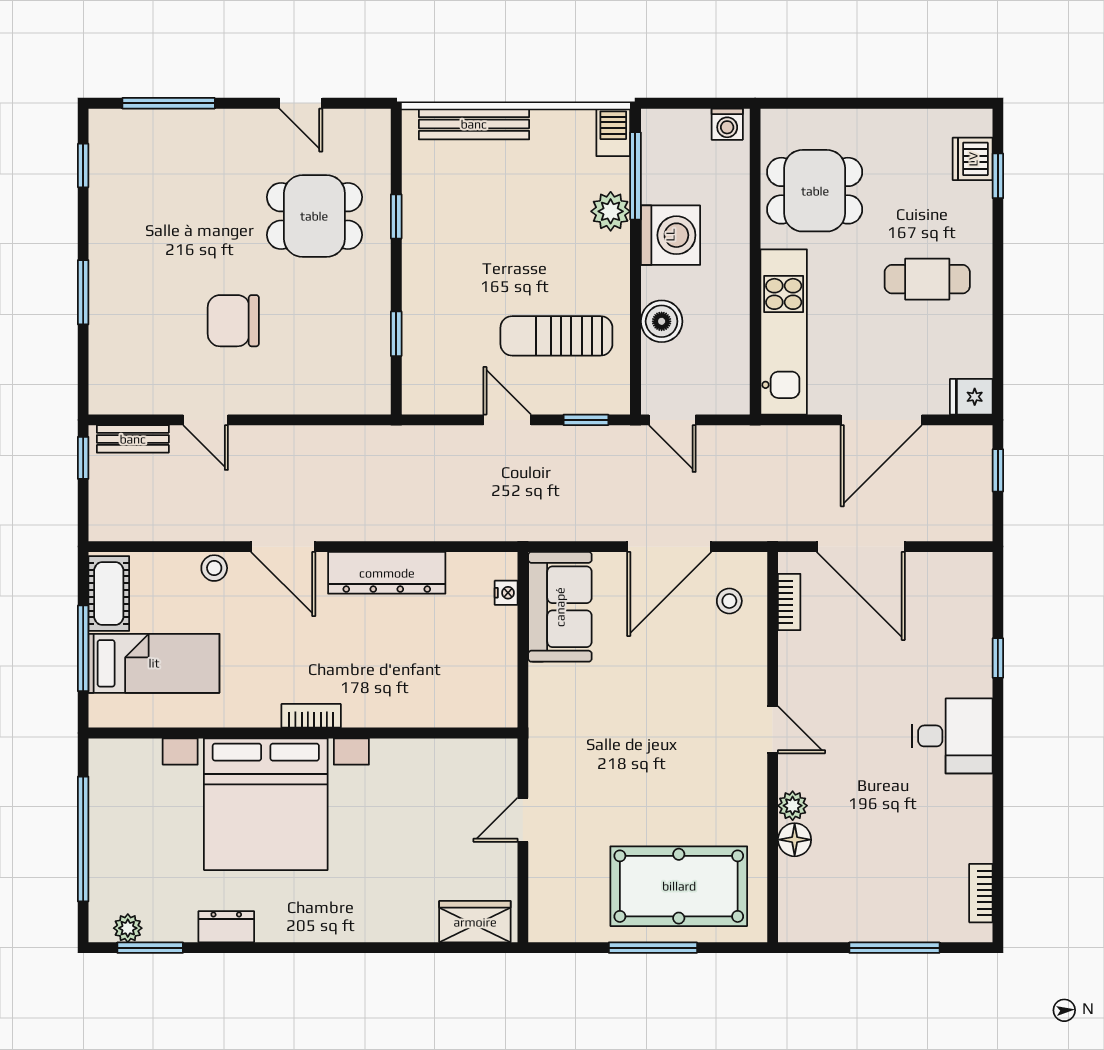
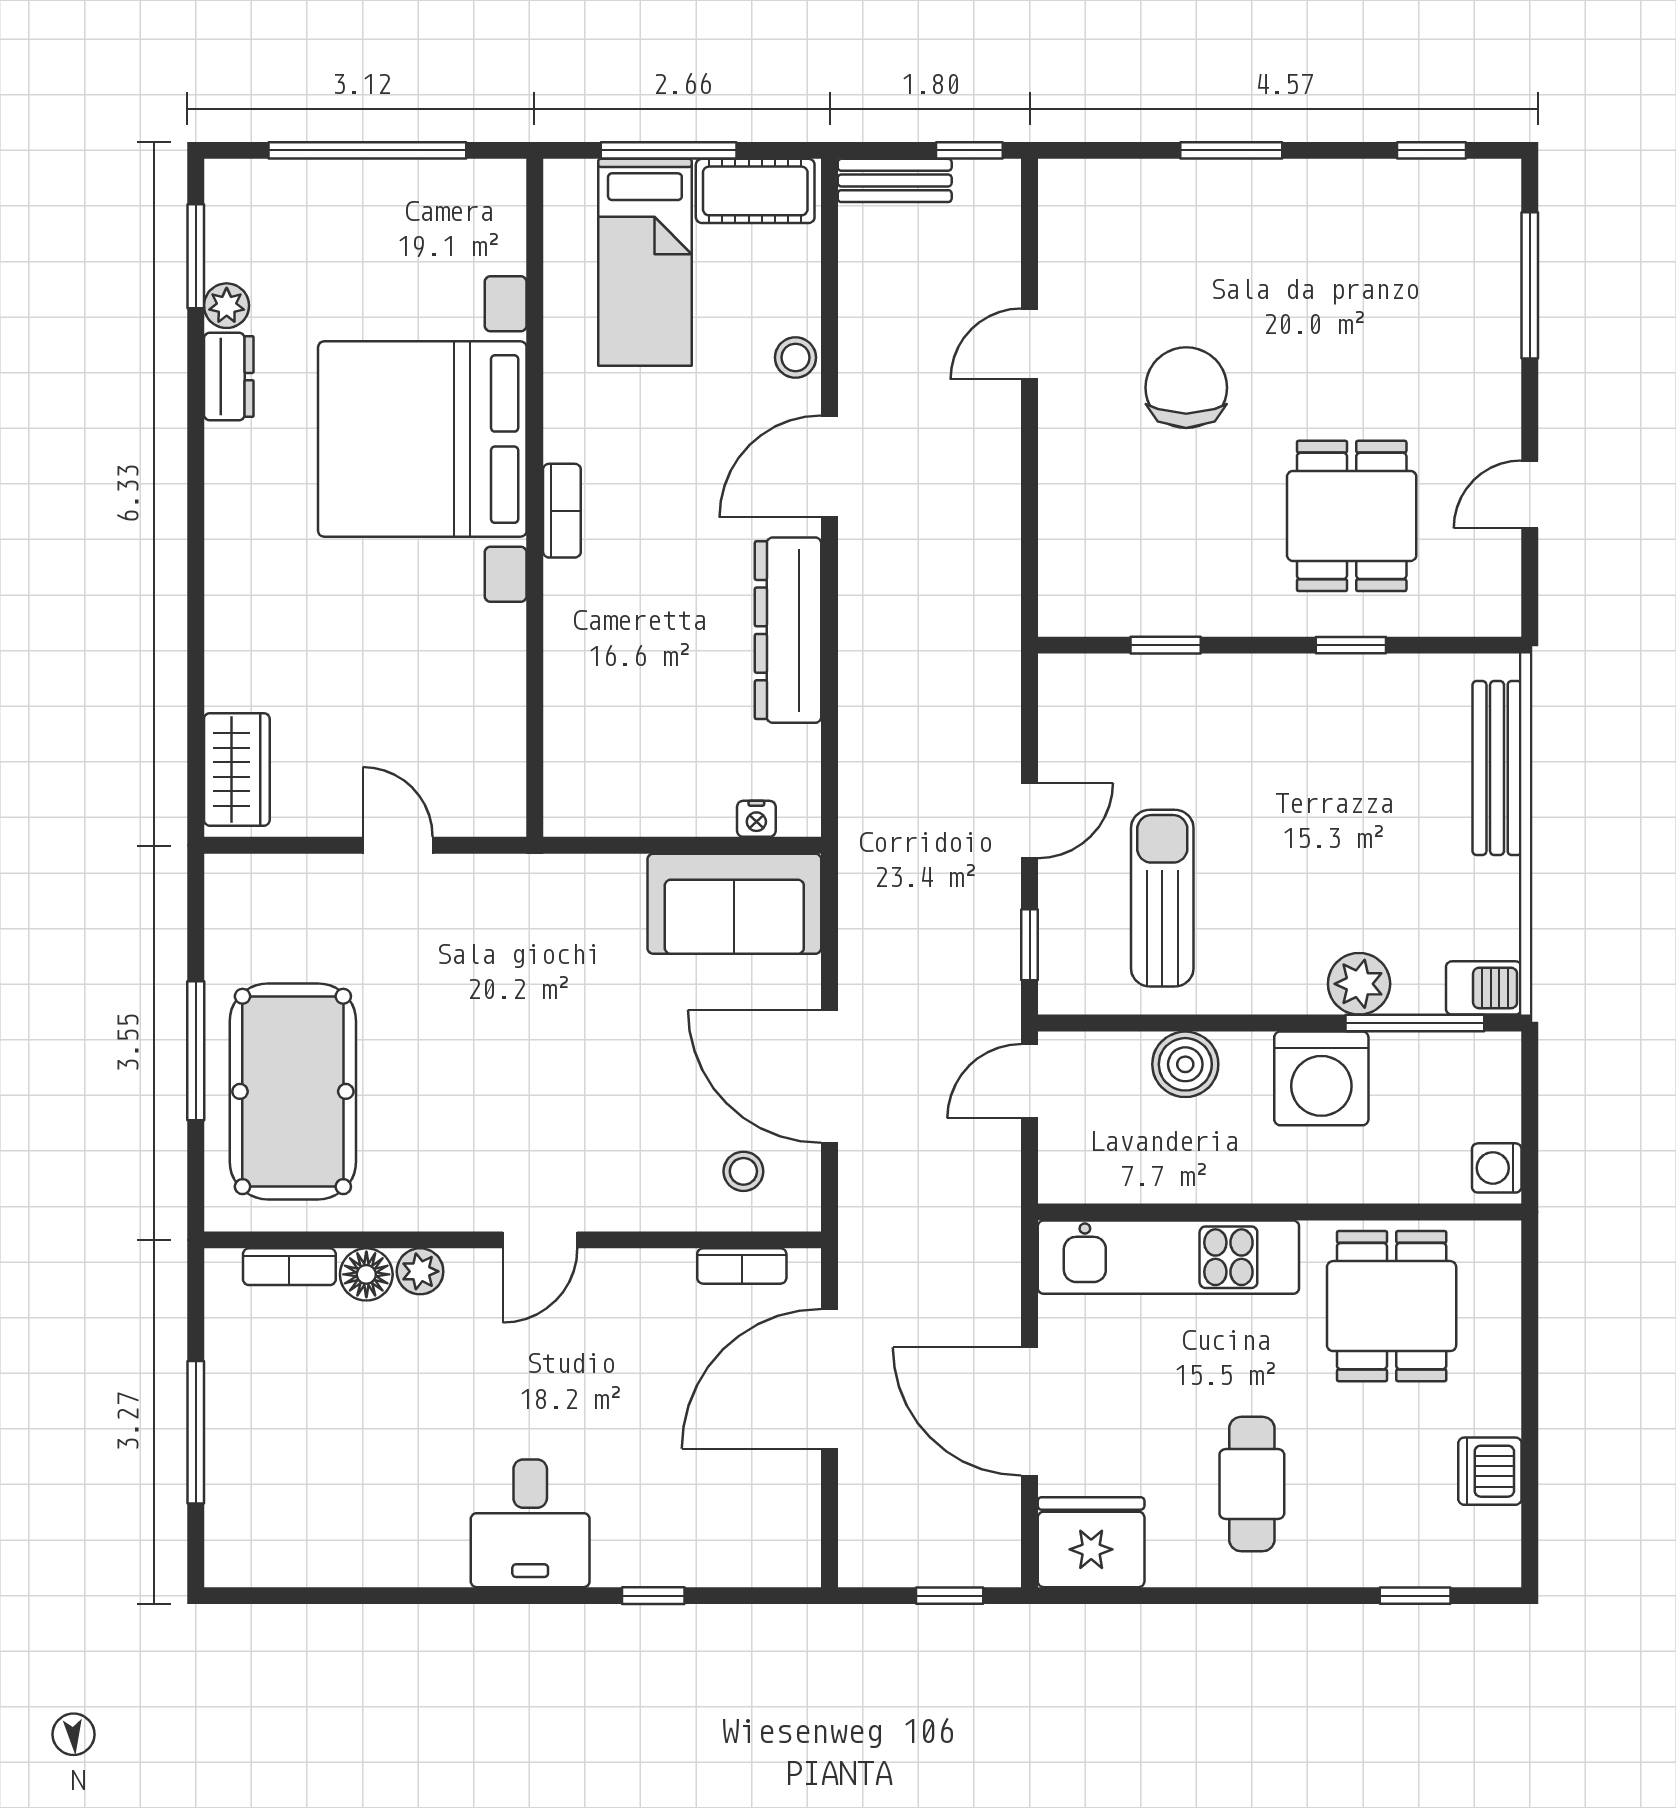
dishwasher: (973, 159) -> (1490, 1471), moved, turned -90
fridge: (971, 397) -> (1091, 1542), width x1.88, depth x1.34
bench: (133, 439) -> (895, 180), moved, turned 90
bookcase: (981, 893) -> (289, 1267), moved, turned 180
plant: (128, 928) -> (227, 306), moved

